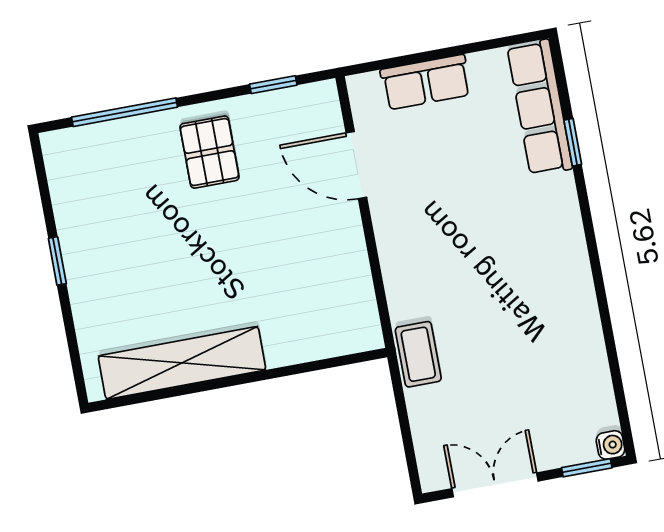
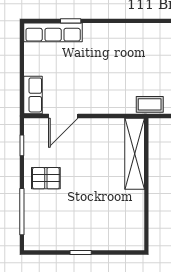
row of seats: (426, 82) -> (33, 95), moved
shelving: (182, 363) -> (135, 154), moved

